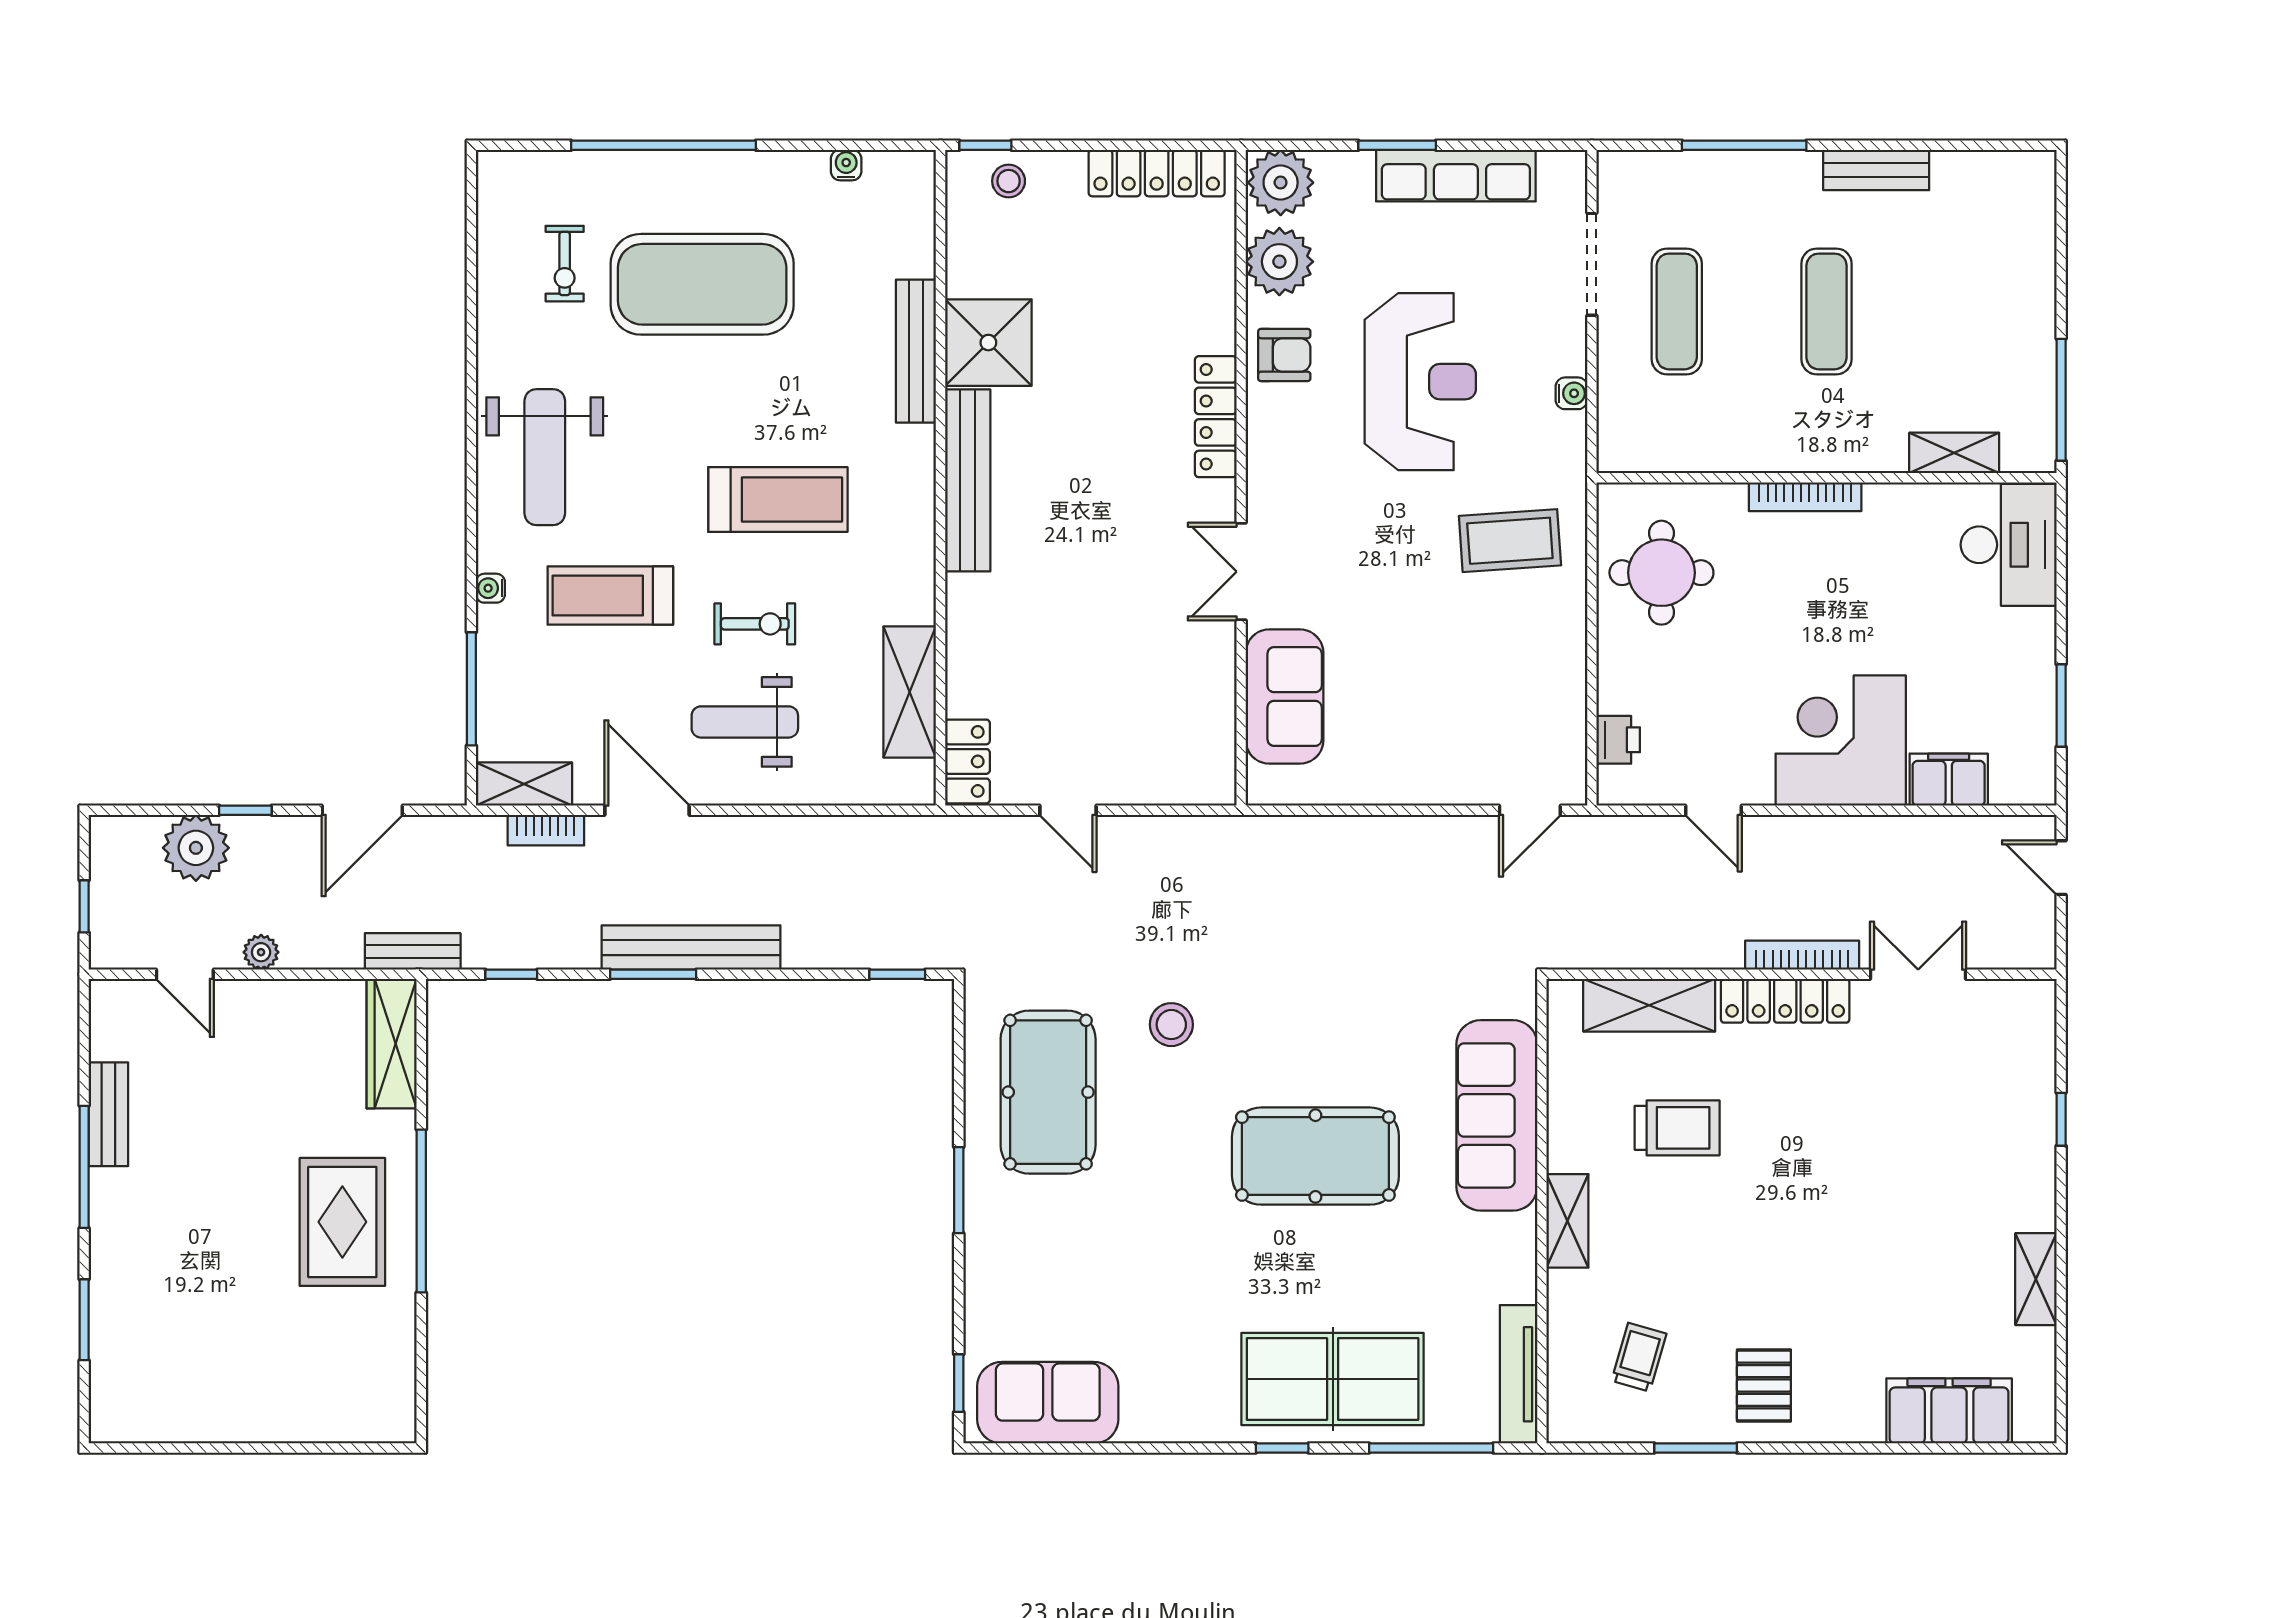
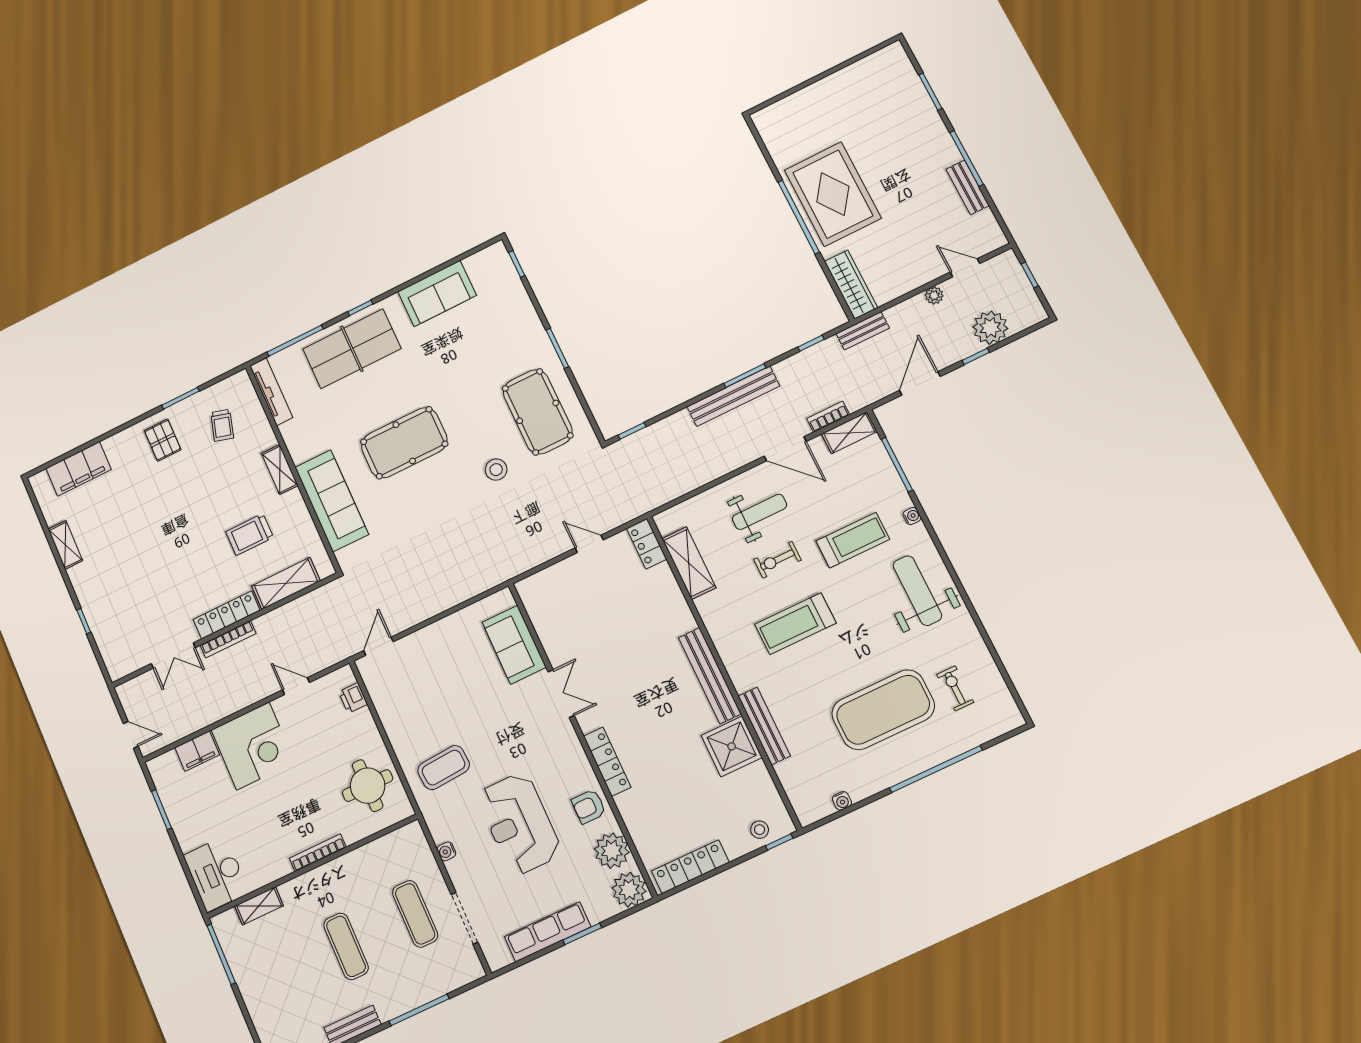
rug: (342, 1222) -> (833, 194), width x1.37, depth x1.44
sofa: (1048, 1403) -> (437, 293), moved

